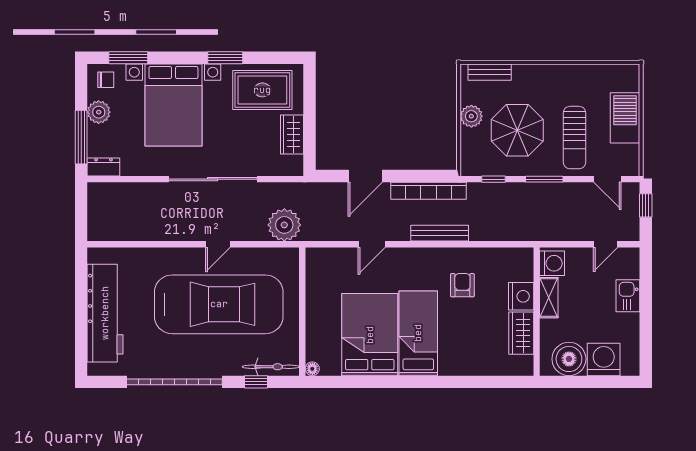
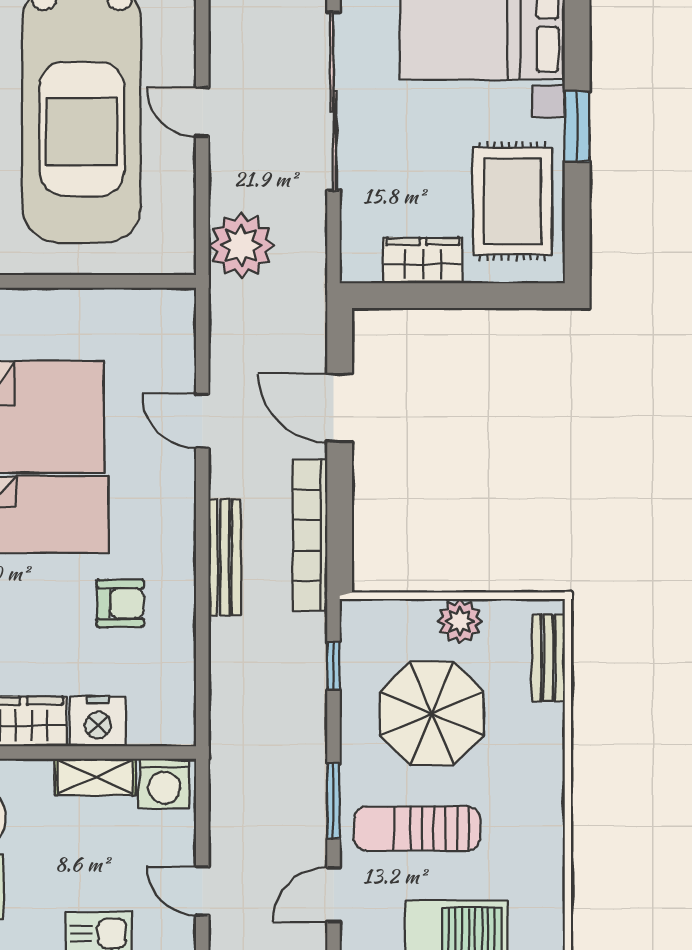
window: (544, 179) -> (333, 801), moved

